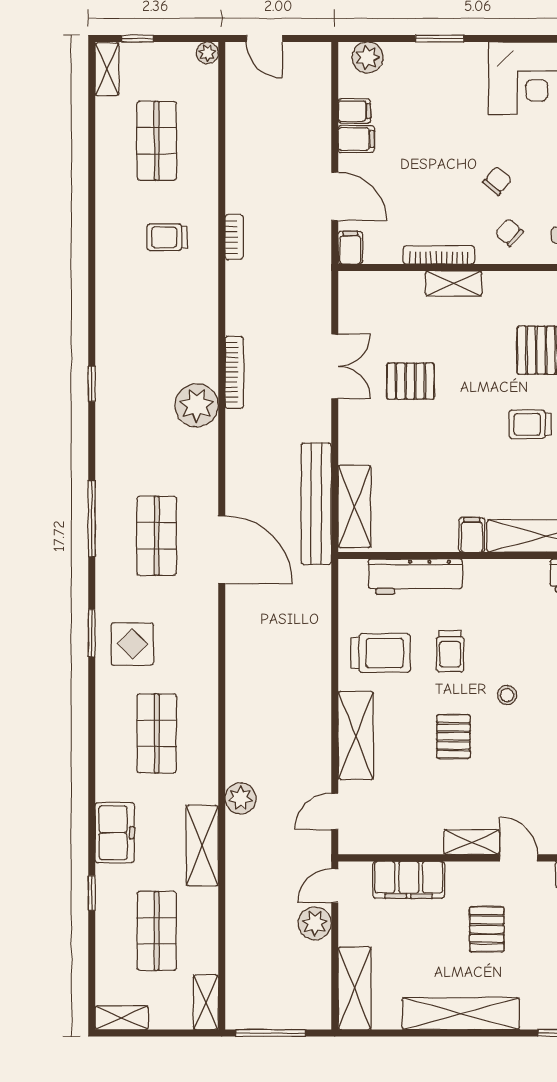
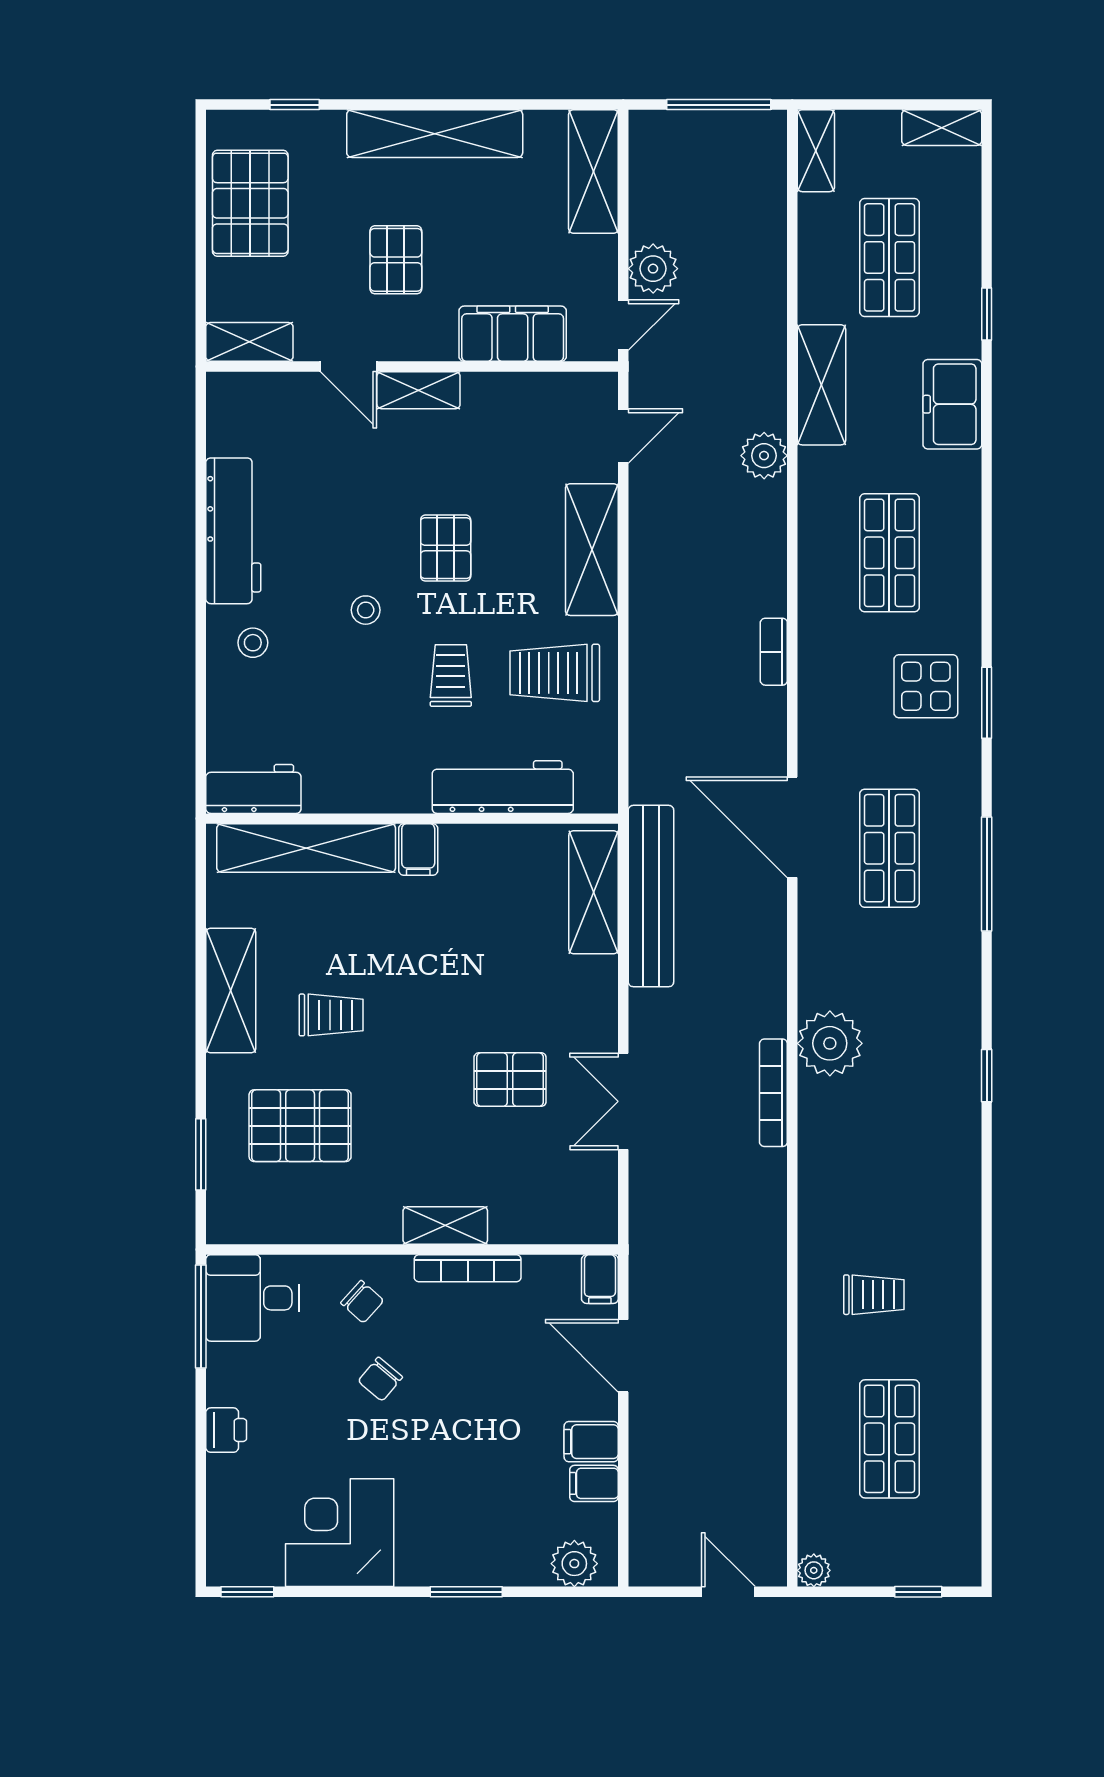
shelving: (107, 69) -> (964, 1546), removed
bookcase: (234, 237) -> (774, 652), moved

